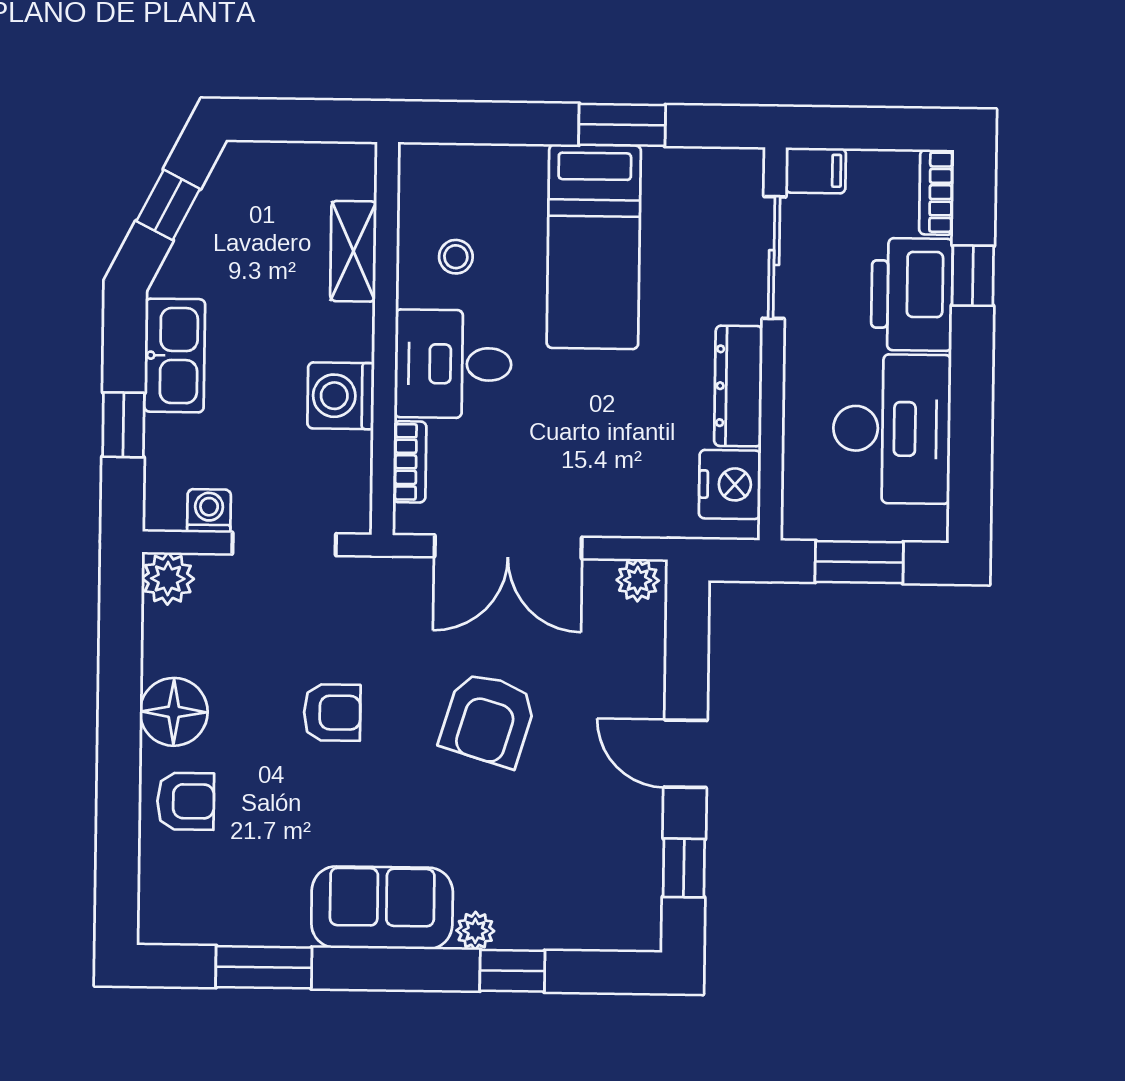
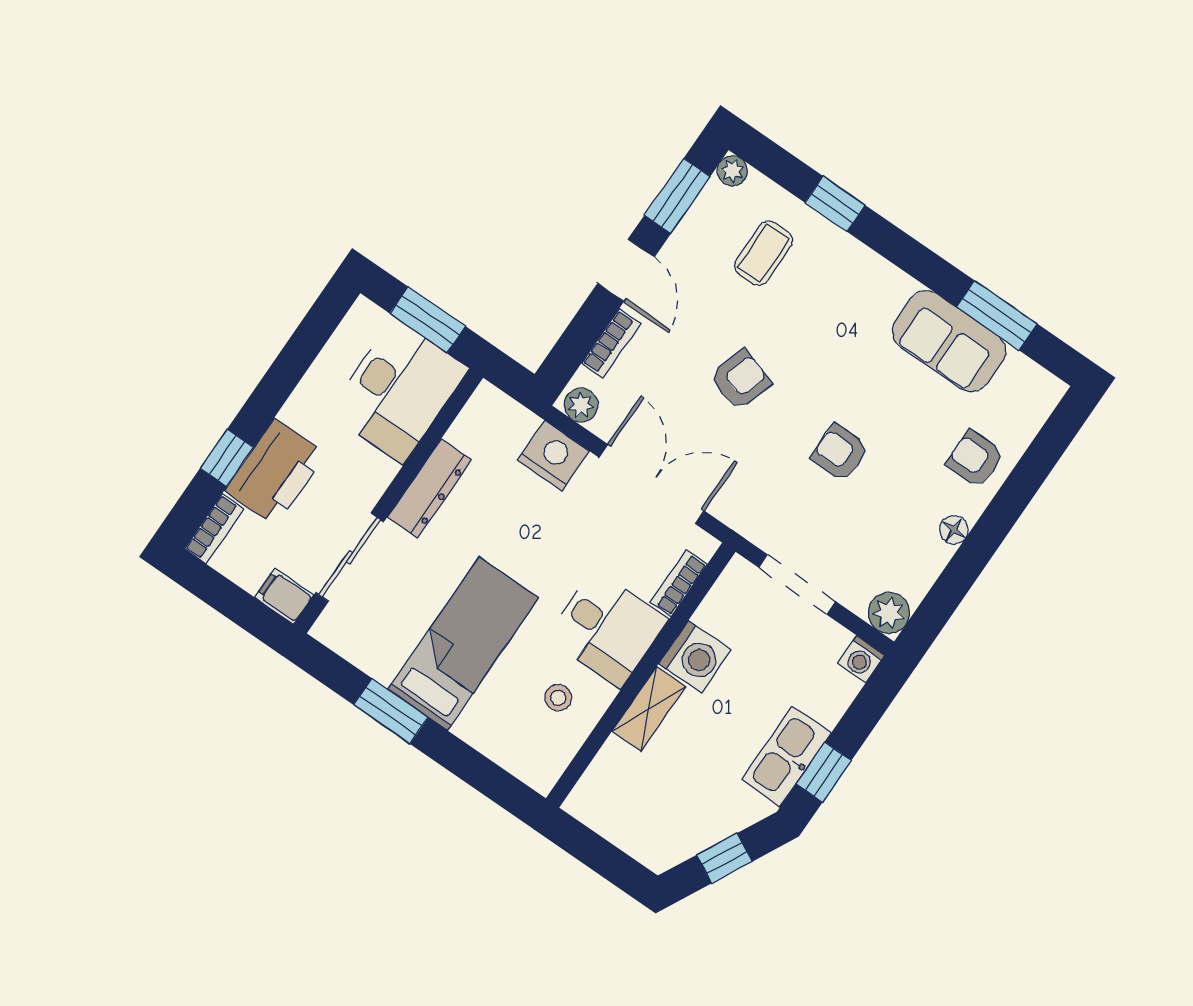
shelving: (353, 251) -> (649, 709), moved
window: (123, 425) -> (824, 772), moved
desk: (892, 429) -> (398, 391), moved, turned 180
nightstand: (730, 484) -> (553, 456), moved, turned 90
washing machine: (209, 511) -> (861, 659), moved
bookcase: (650, 666) -> (611, 343), added
floor lamp: (174, 712) -> (954, 530), width x0.53, depth x0.53
armchair: (488, 719) -> (740, 380), width x0.72, depth x0.72
window: (684, 868) -> (677, 196), width x1.50
coffee table: (553, 869) -> (764, 253), added
sofa: (382, 908) -> (949, 341), moved
plant: (475, 931) -> (732, 171), moved

